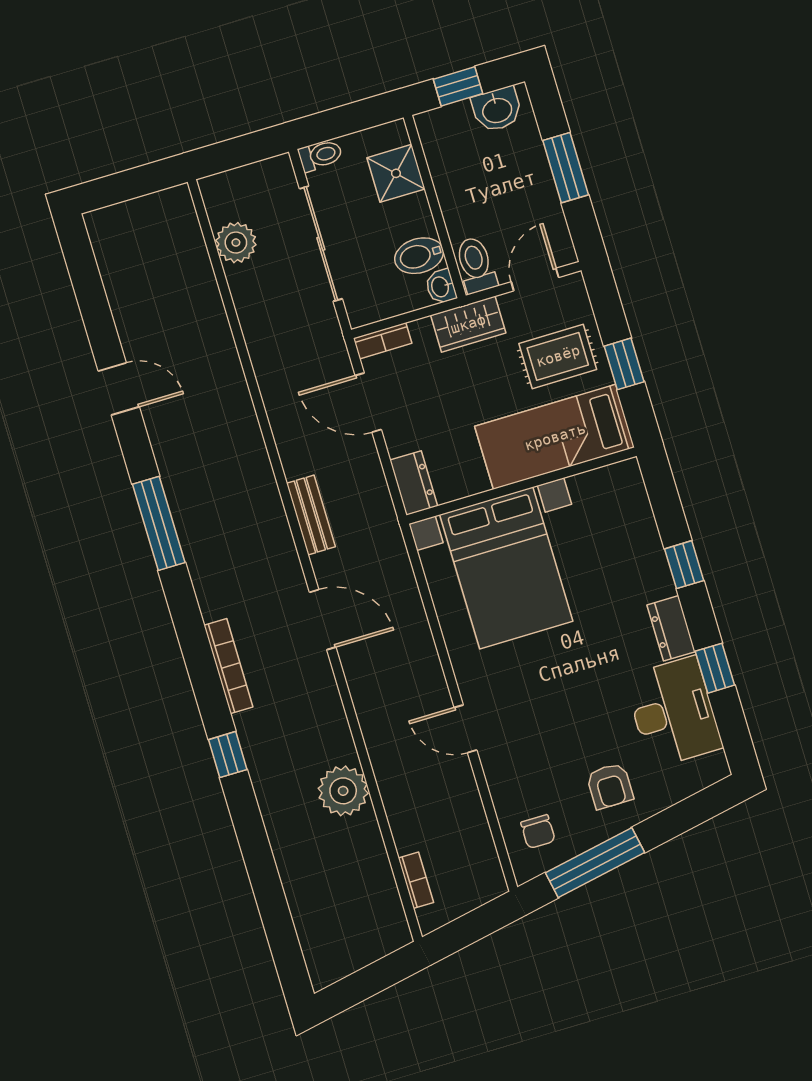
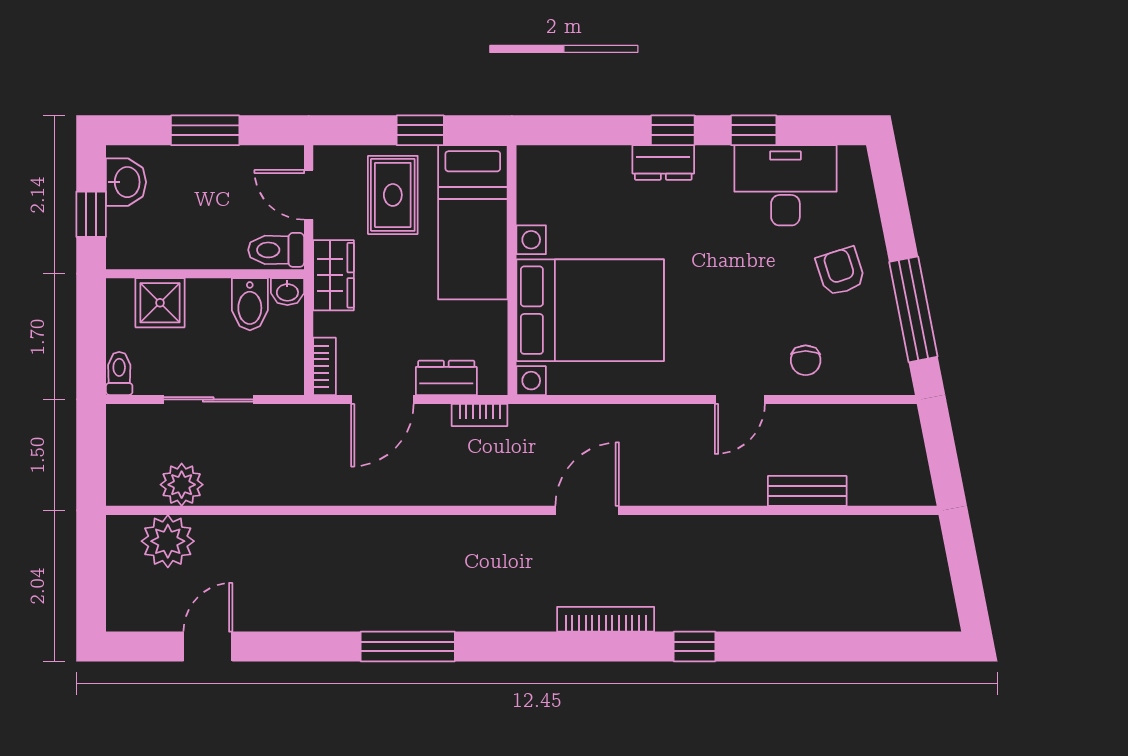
sliding door: (321, 244) -> (208, 399), width x0.73
door: (119, 389) -> (208, 646), moved
dresser: (414, 483) -> (446, 378), moved
bench: (311, 515) -> (807, 491), moved
window: (159, 523) -> (408, 646), moved
window: (684, 565) -> (673, 130), moved
dresser: (671, 628) -> (663, 162), moved
armchair: (610, 786) -> (841, 271), turned -108
plant: (343, 791) -> (168, 541), moved
chair: (538, 832) -> (806, 360), moved, turned 90
bookcase: (416, 880) -> (480, 415), moved, turned 180

